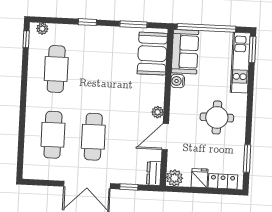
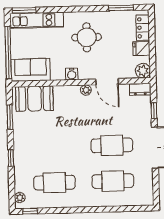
water cooler: (178, 81) -> (72, 74), moved

